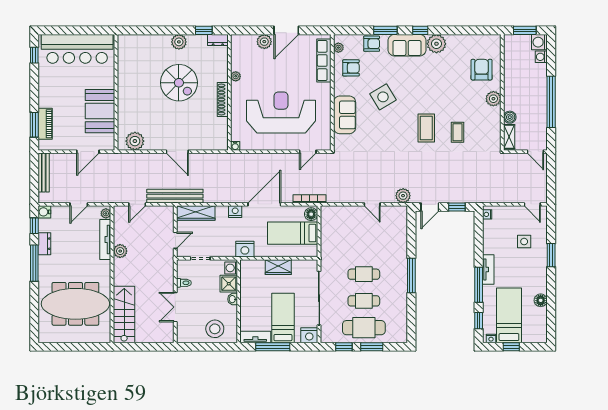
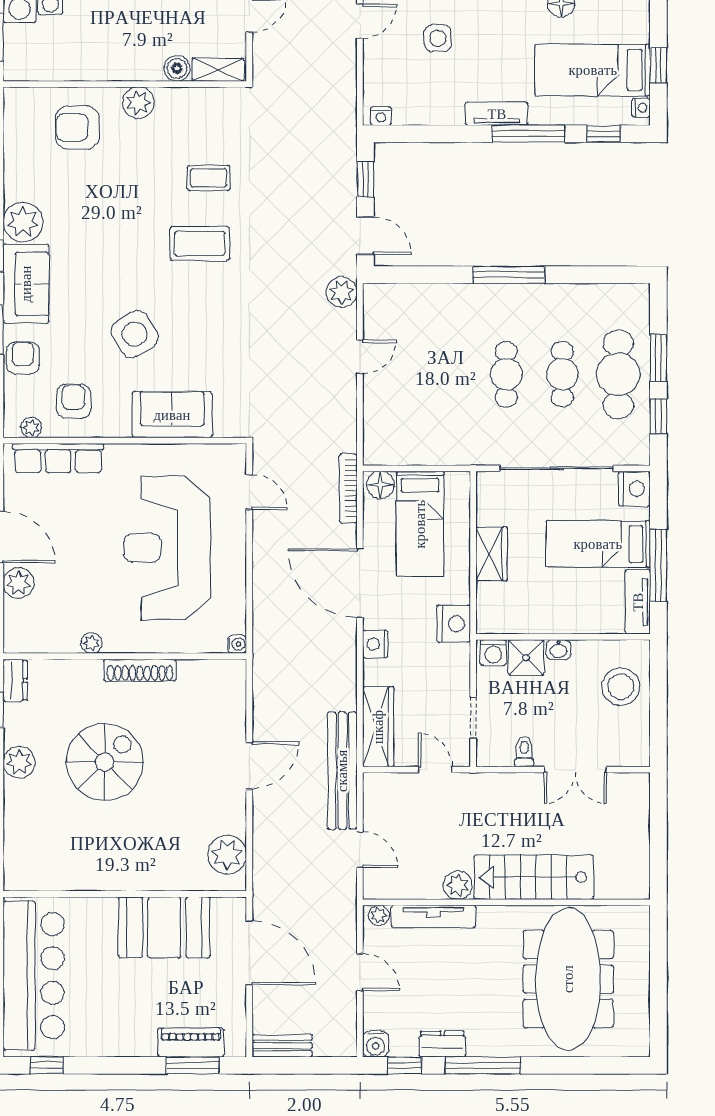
door: (88, 152) -> (249, 953), width x1.36
bench: (44, 172) -> (282, 1046), width x0.73
stairs: (124, 314) -> (534, 877), moved

